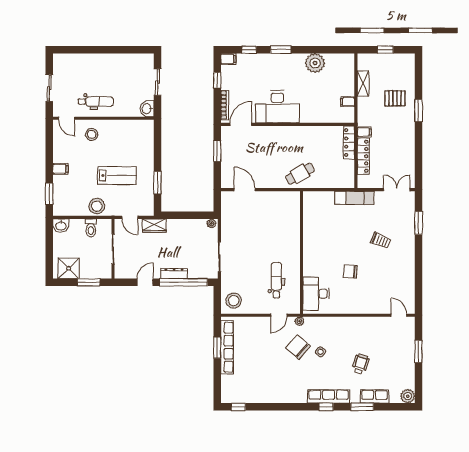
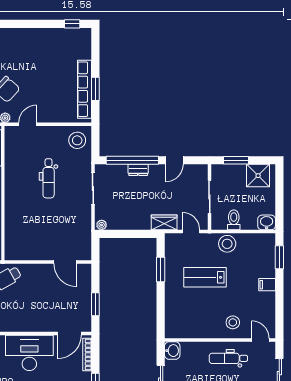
dresser: (174, 274) -> (138, 170), width x0.70
dental chair: (276, 280) -> (49, 178), moved

